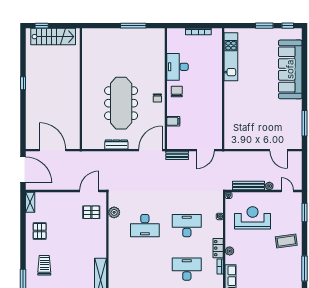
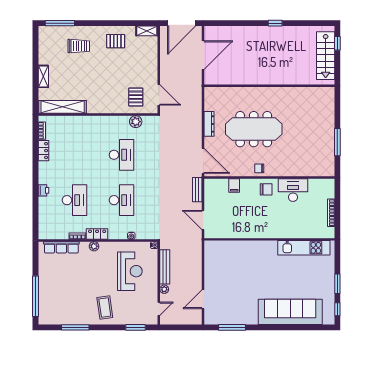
desk: (145, 226) -> (121, 155), turned 180

